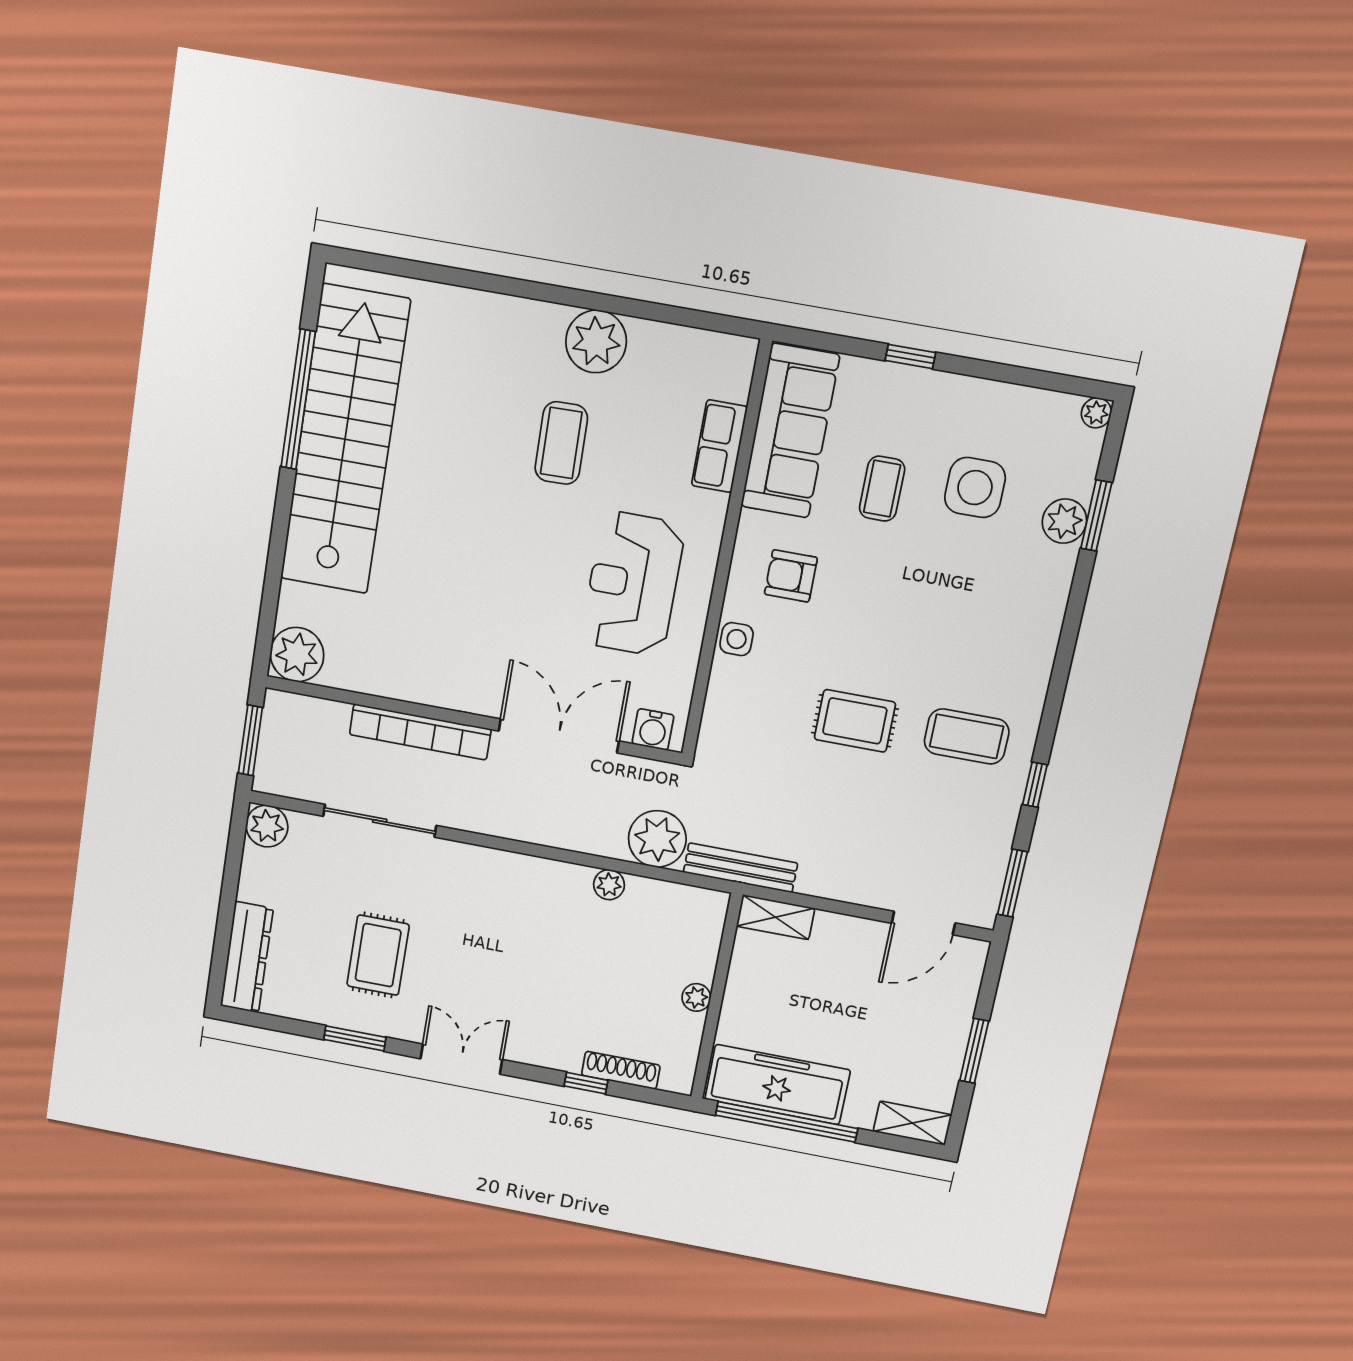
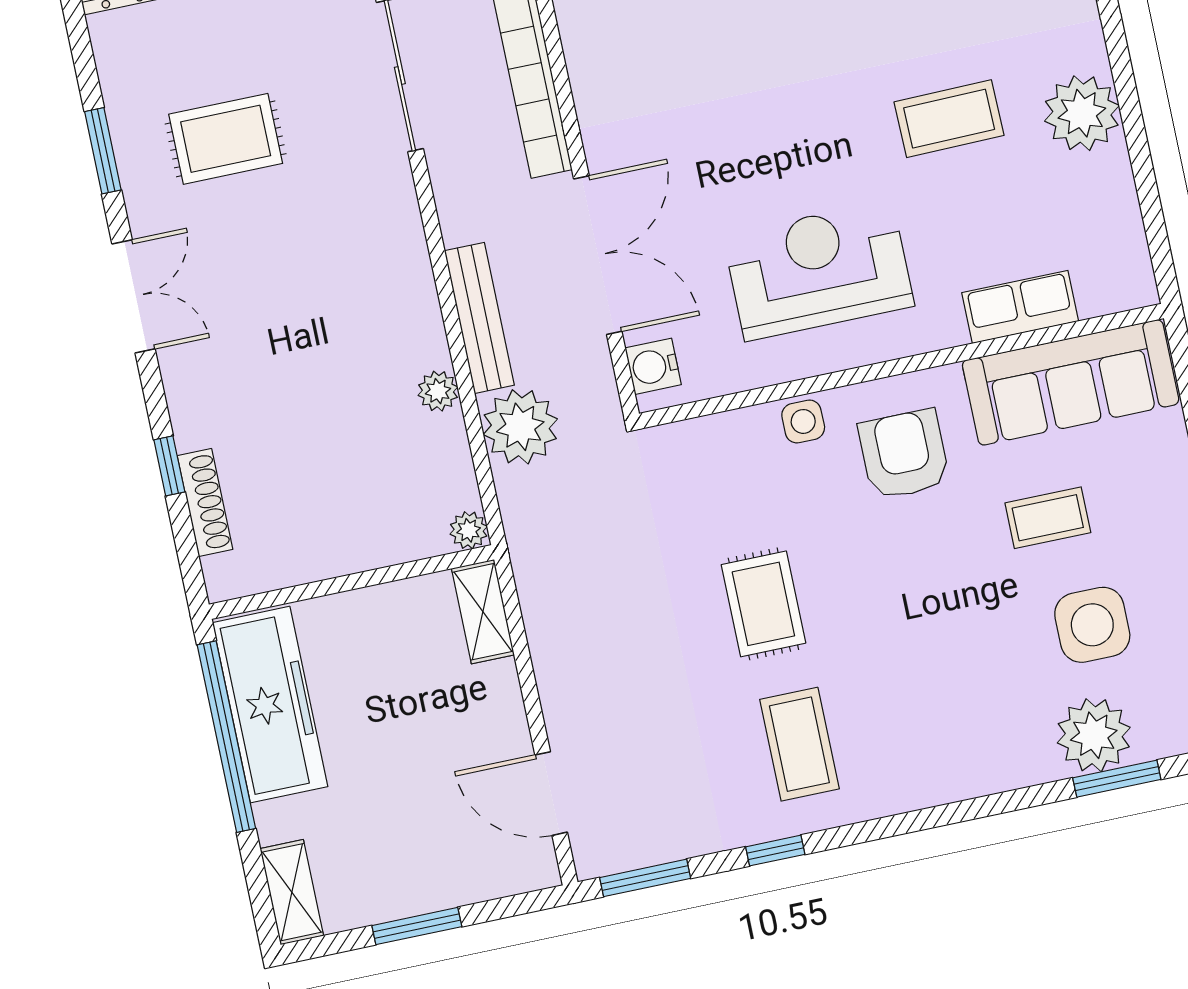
plant: (1064, 521) -> (1094, 735), width x1.36, depth x1.36
armchair: (791, 576) -> (904, 454), width x1.38, depth x1.38
bench: (740, 868) -> (479, 318), moved
plant: (696, 997) -> (469, 530), moved

